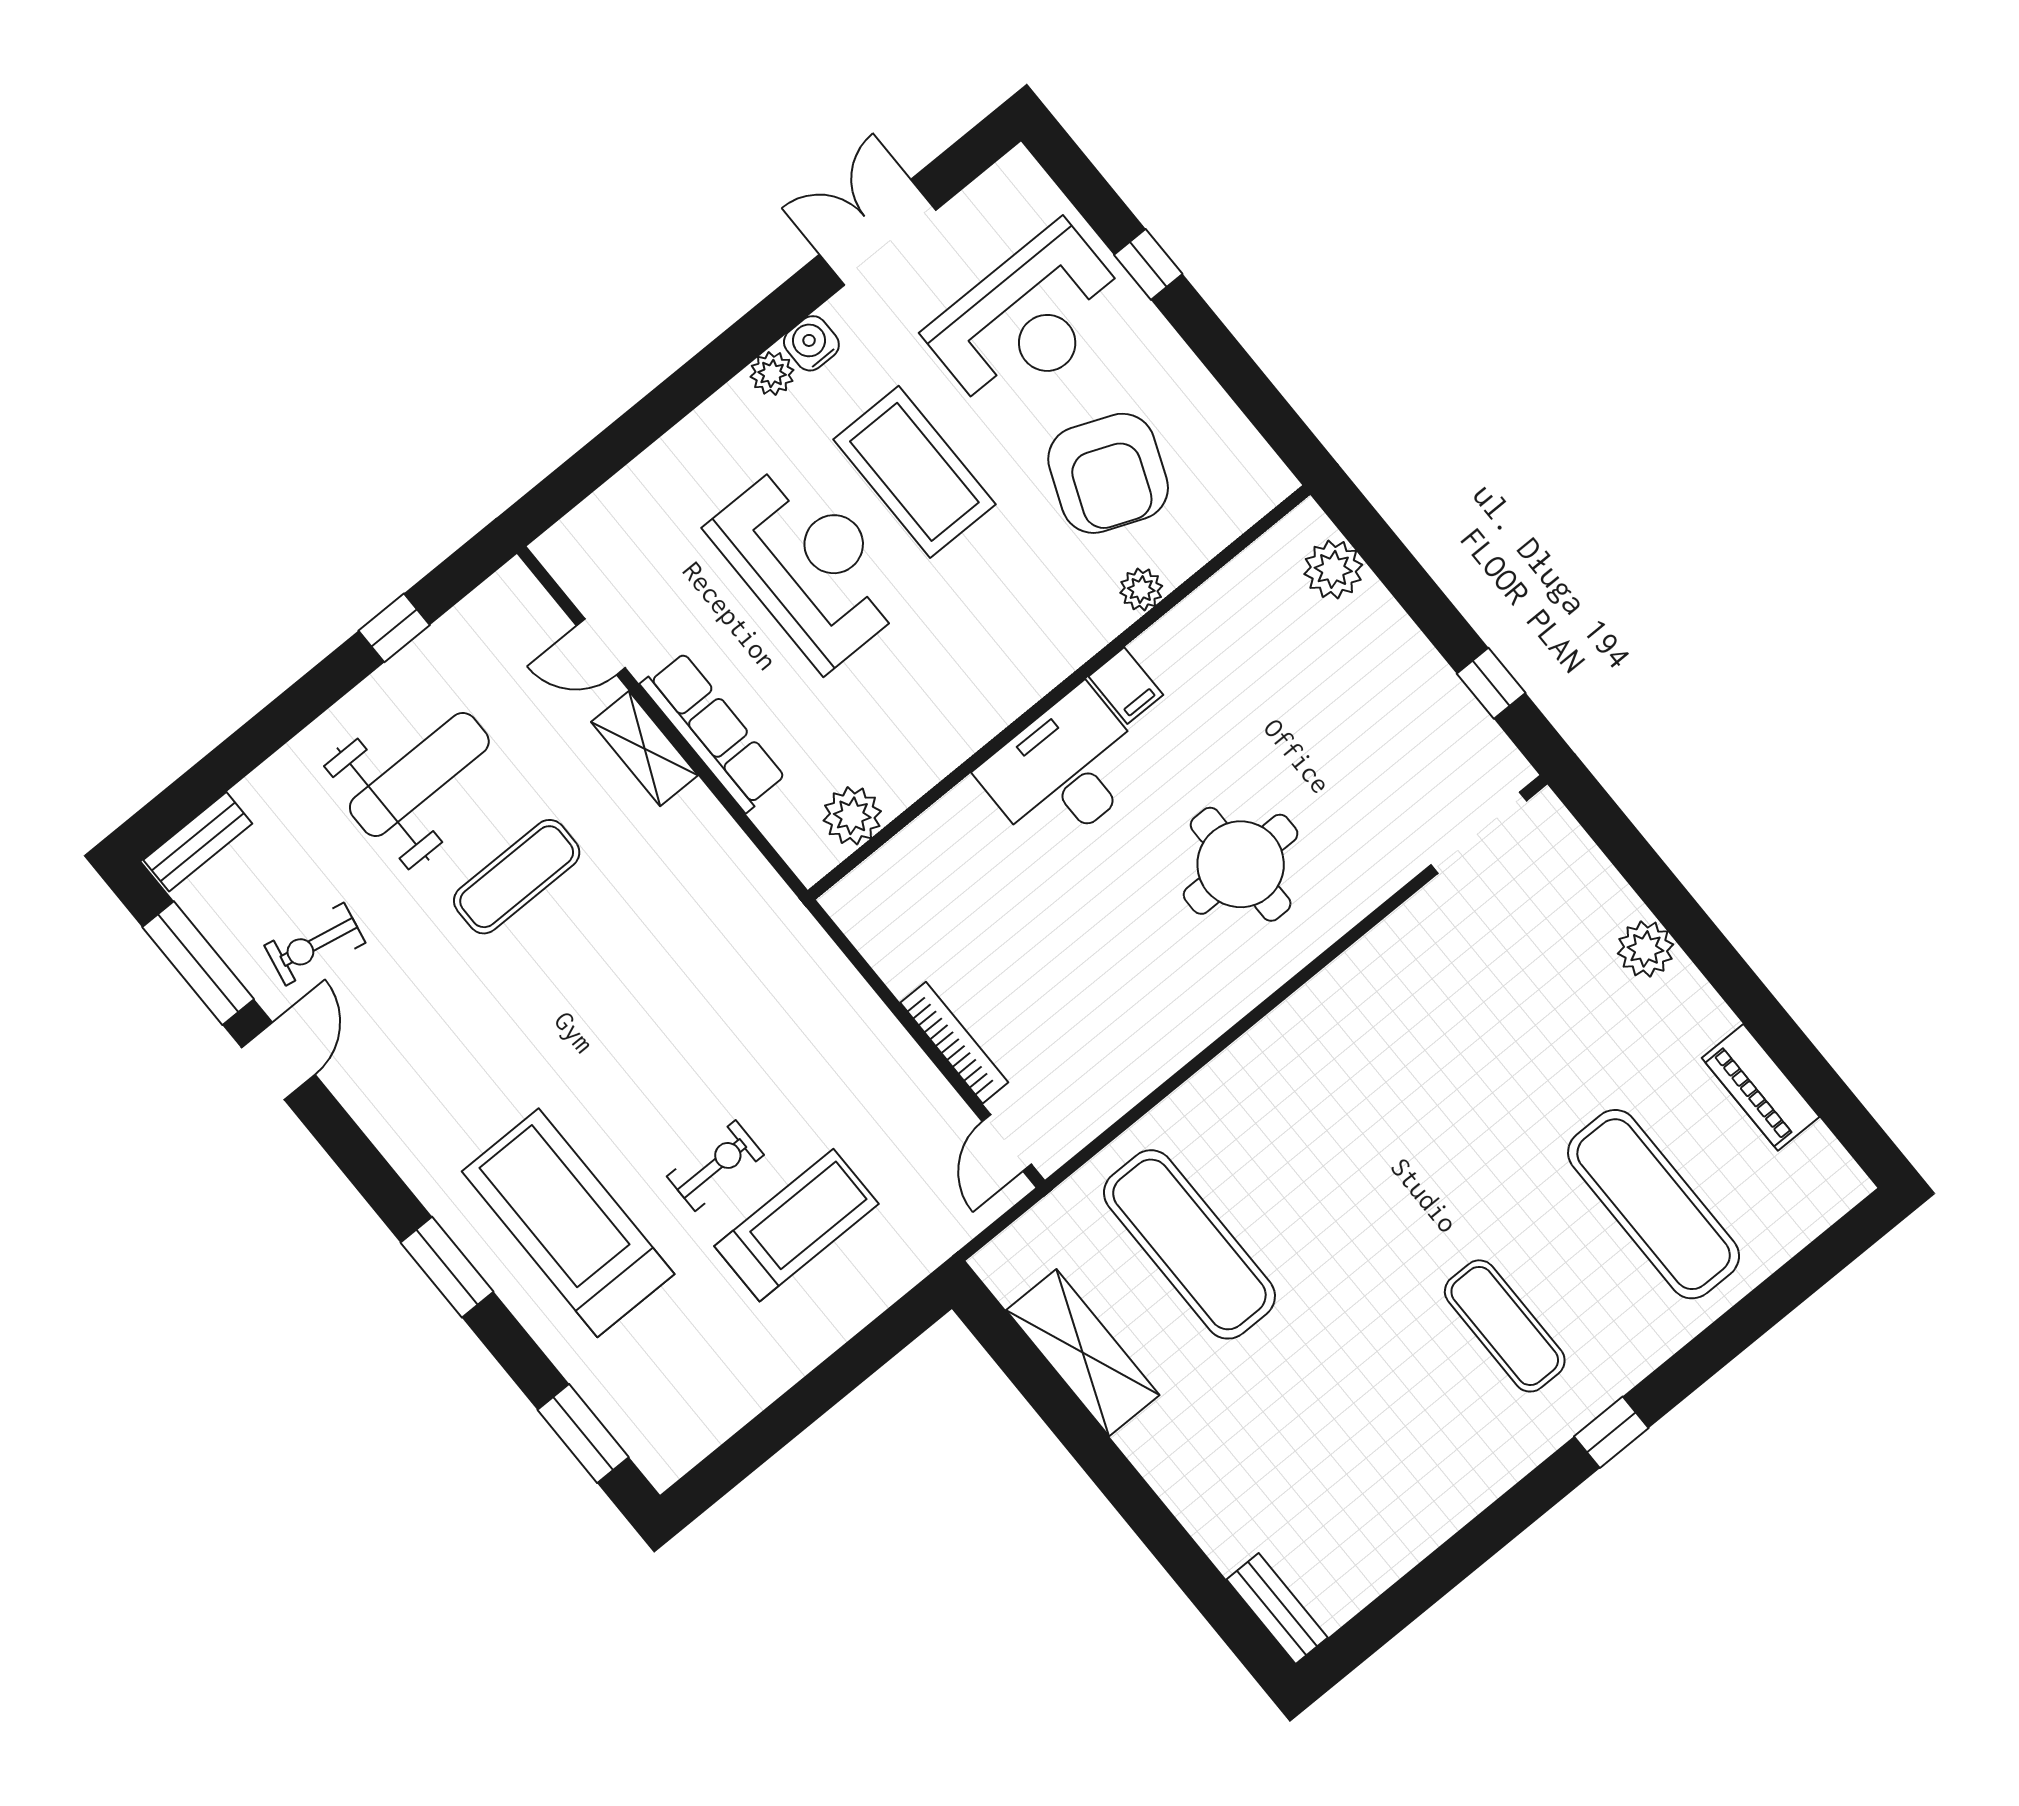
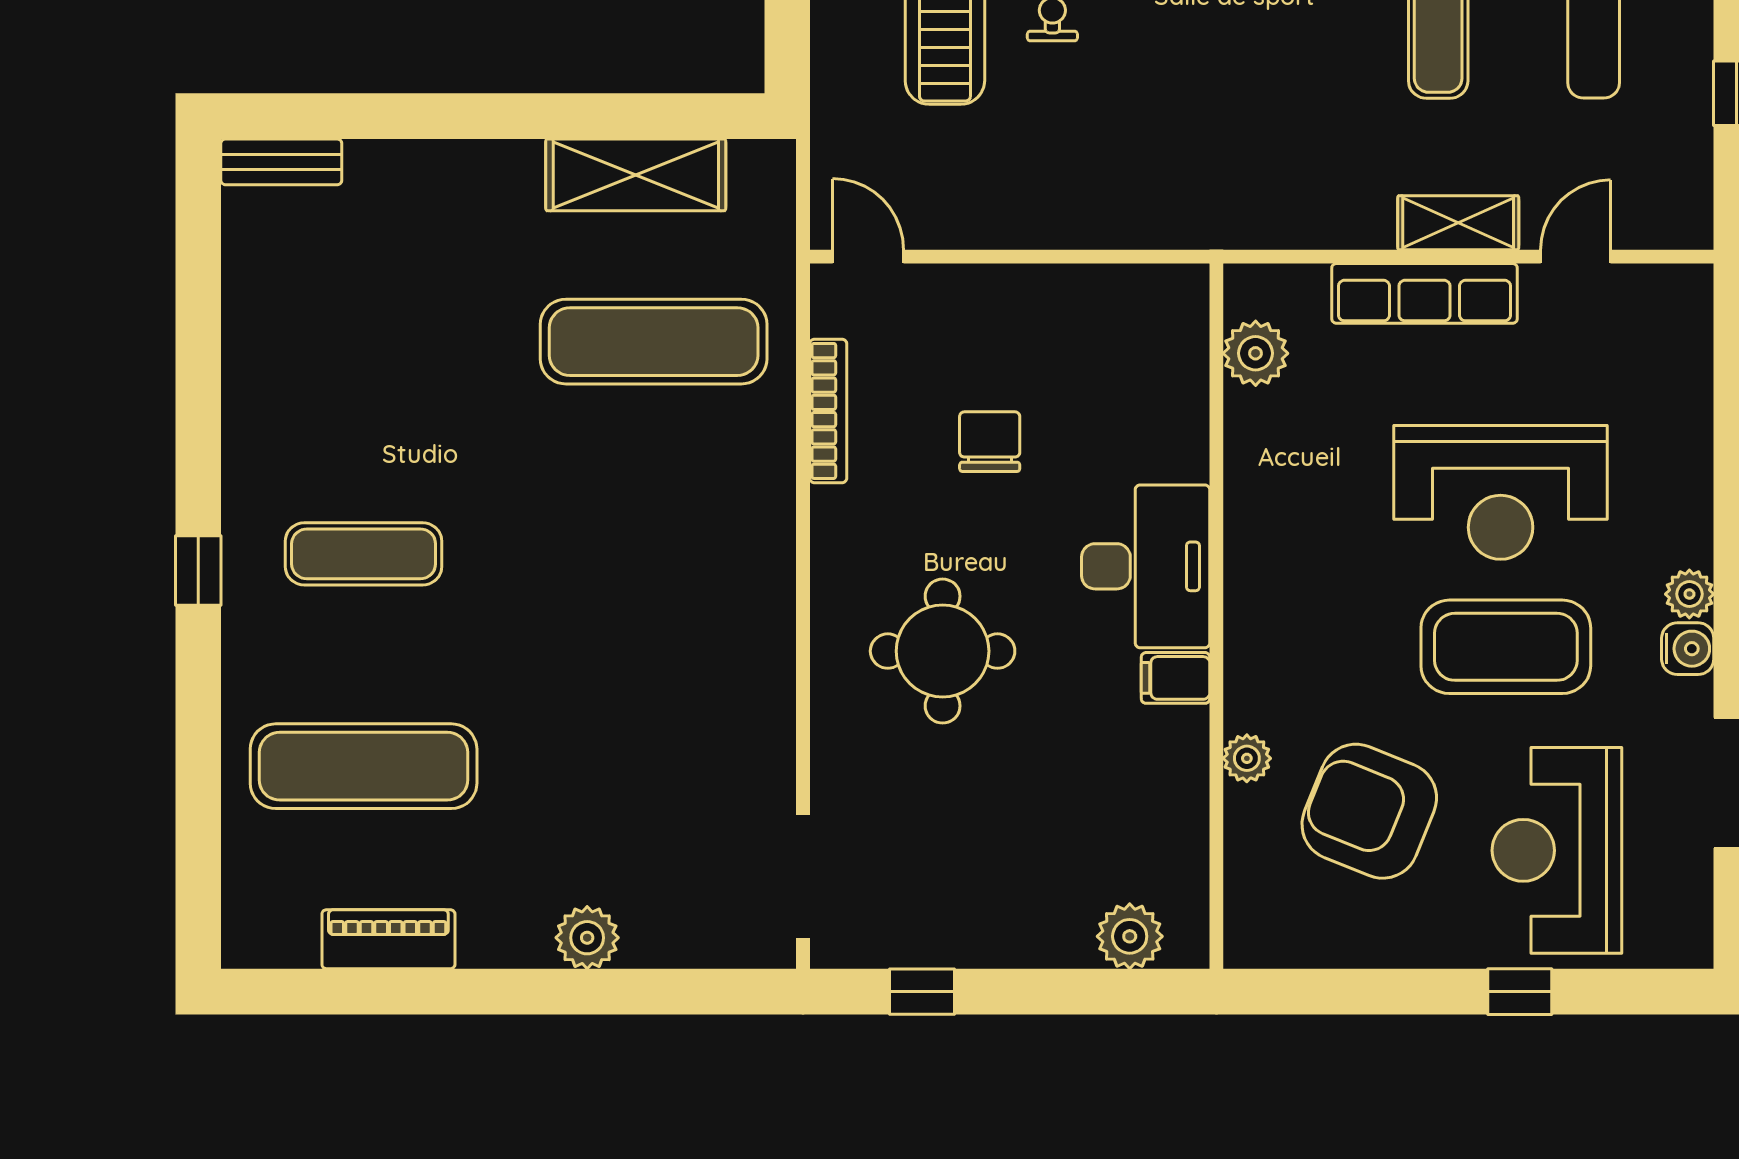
chair: (1067, 951) -> (990, 442), added
bookcase: (954, 1043) -> (828, 411), moved, turned -90

